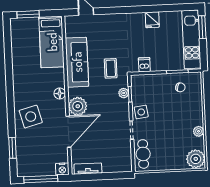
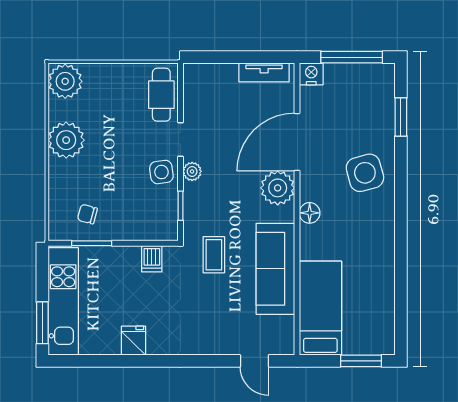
plant: (124, 93) -> (192, 171), moved
plant: (199, 131) -> (66, 140), width x1.88, depth x1.88

